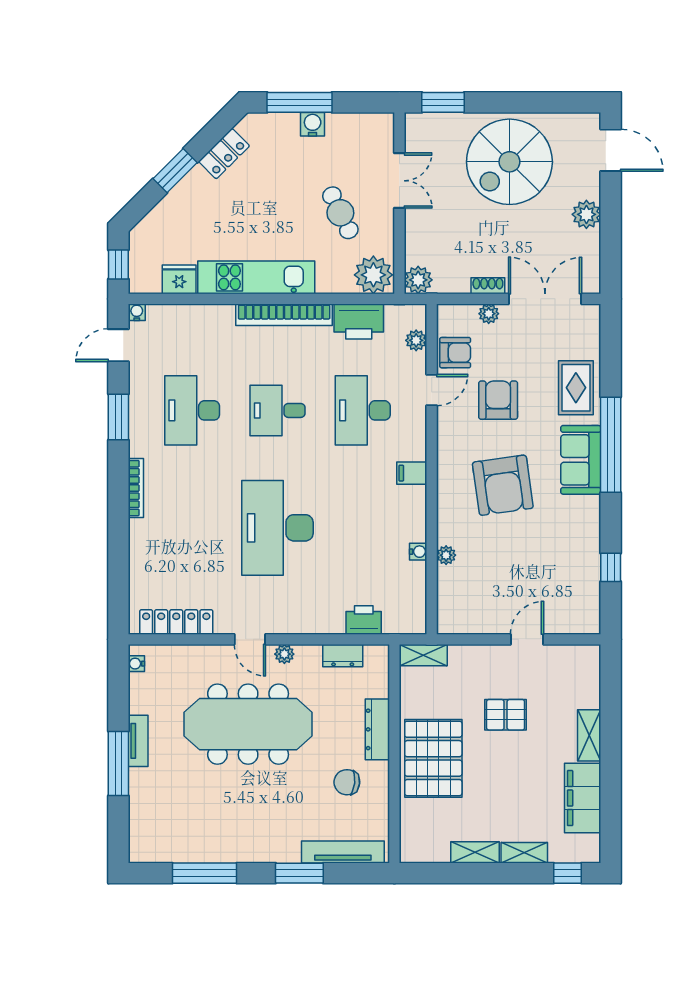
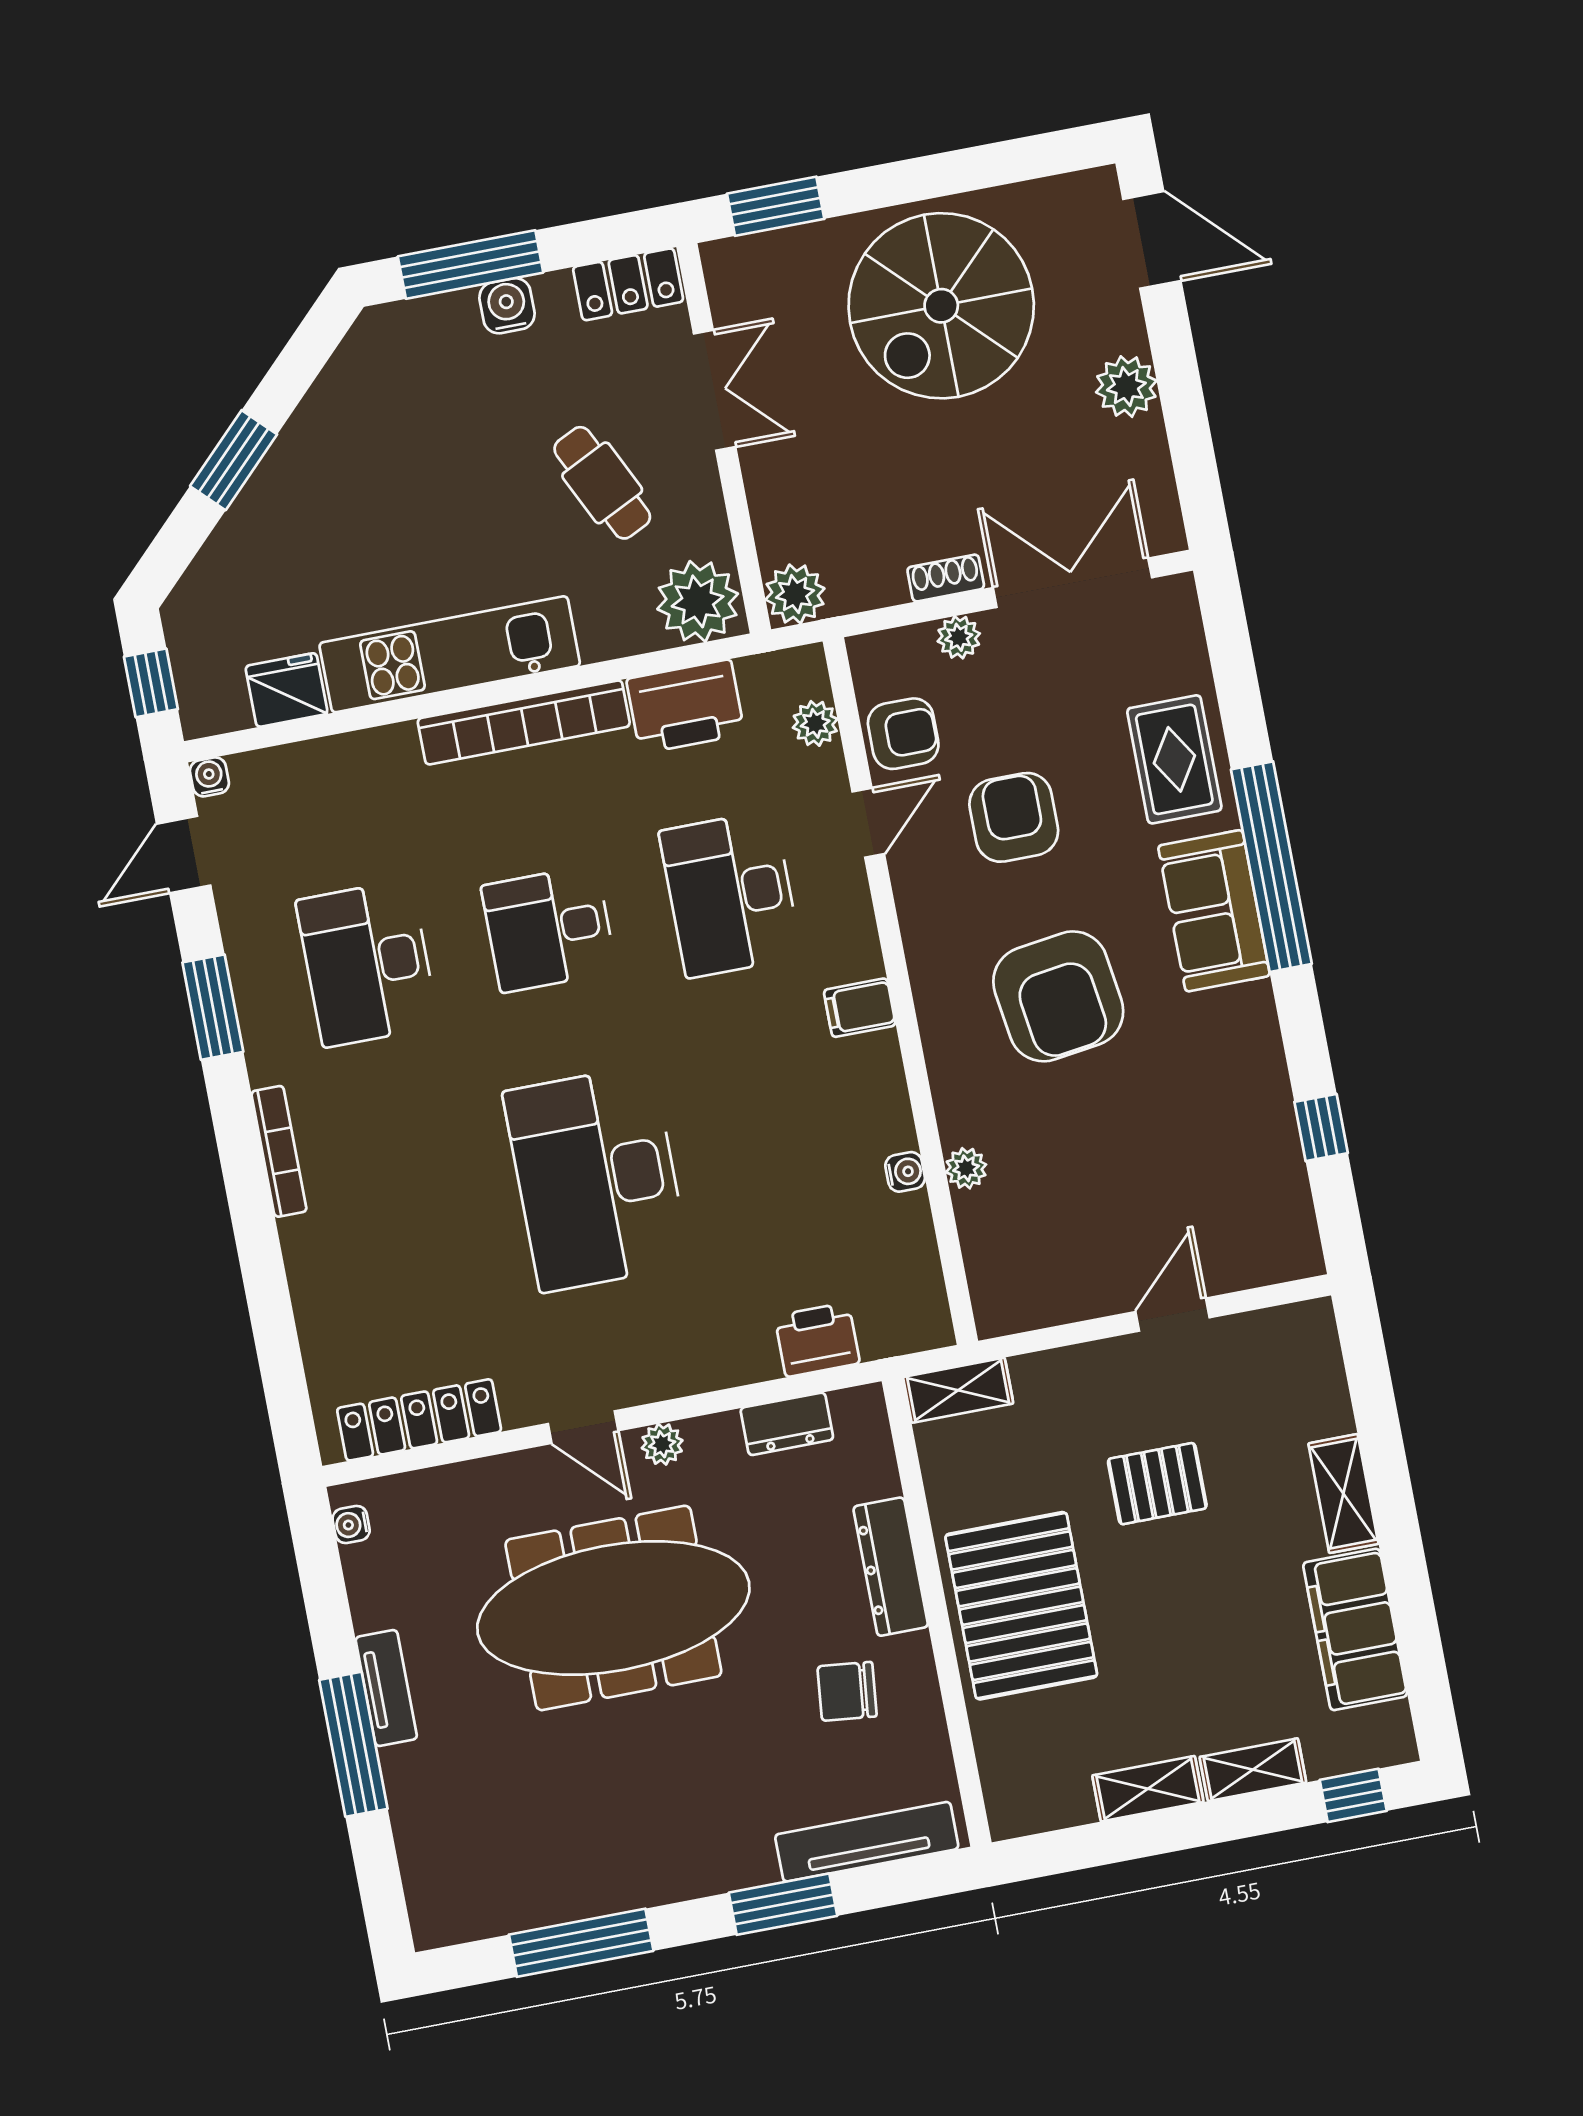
locker: (224, 154) -> (628, 284), moved, turned 45

